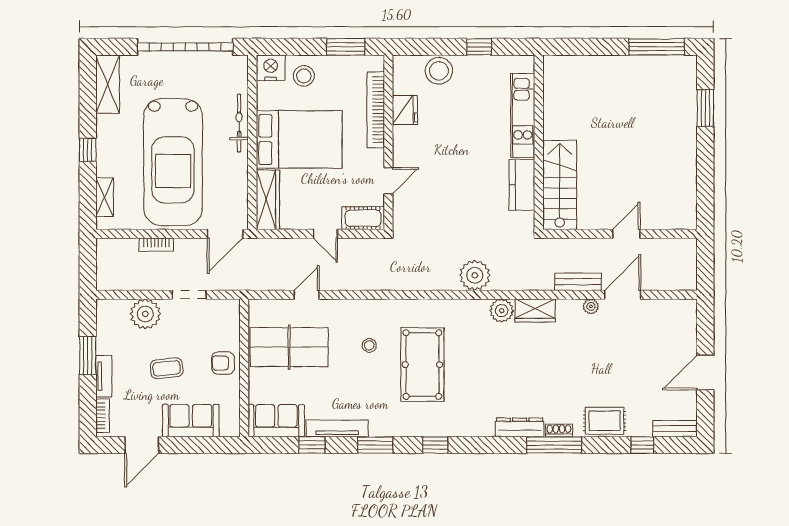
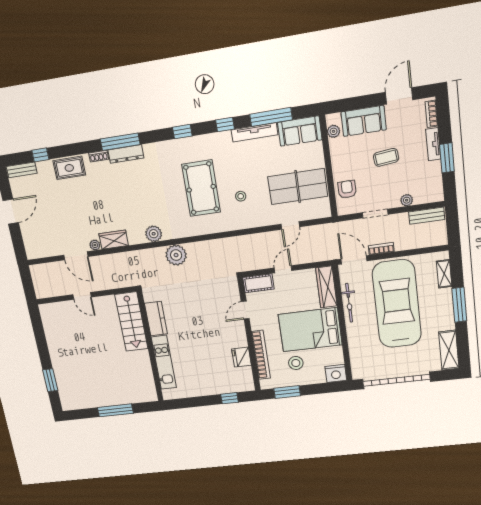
window: (479, 47) -> (230, 398), moved
window: (657, 47) -> (115, 410), moved
stool: (439, 71) -> (223, 384), removed
stool: (304, 76) -> (296, 363), moved
bicycle: (239, 123) -> (349, 303), moved
window: (88, 150) -> (459, 305), width x2.17
door: (225, 234) -> (354, 260), hinge flipped
door: (325, 234) -> (283, 269), hinge flipped
door: (626, 234) -> (82, 296), hinge flipped
bookcase: (156, 245) -> (381, 249), moved
bench: (578, 282) -> (427, 216), moved
door: (623, 295) -> (76, 256), hinge flipped
wardrobe: (535, 310) -> (114, 240), moved
plant: (145, 314) -> (407, 200), width x0.53, depth x0.53
armchair: (223, 363) -> (347, 189), moved, turned -90
plant: (232, 413) -> (334, 131), added
window: (312, 445) -> (271, 117), width x2.17
window: (375, 445) -> (225, 125), width x0.67
window: (554, 445) -> (120, 142), moved

